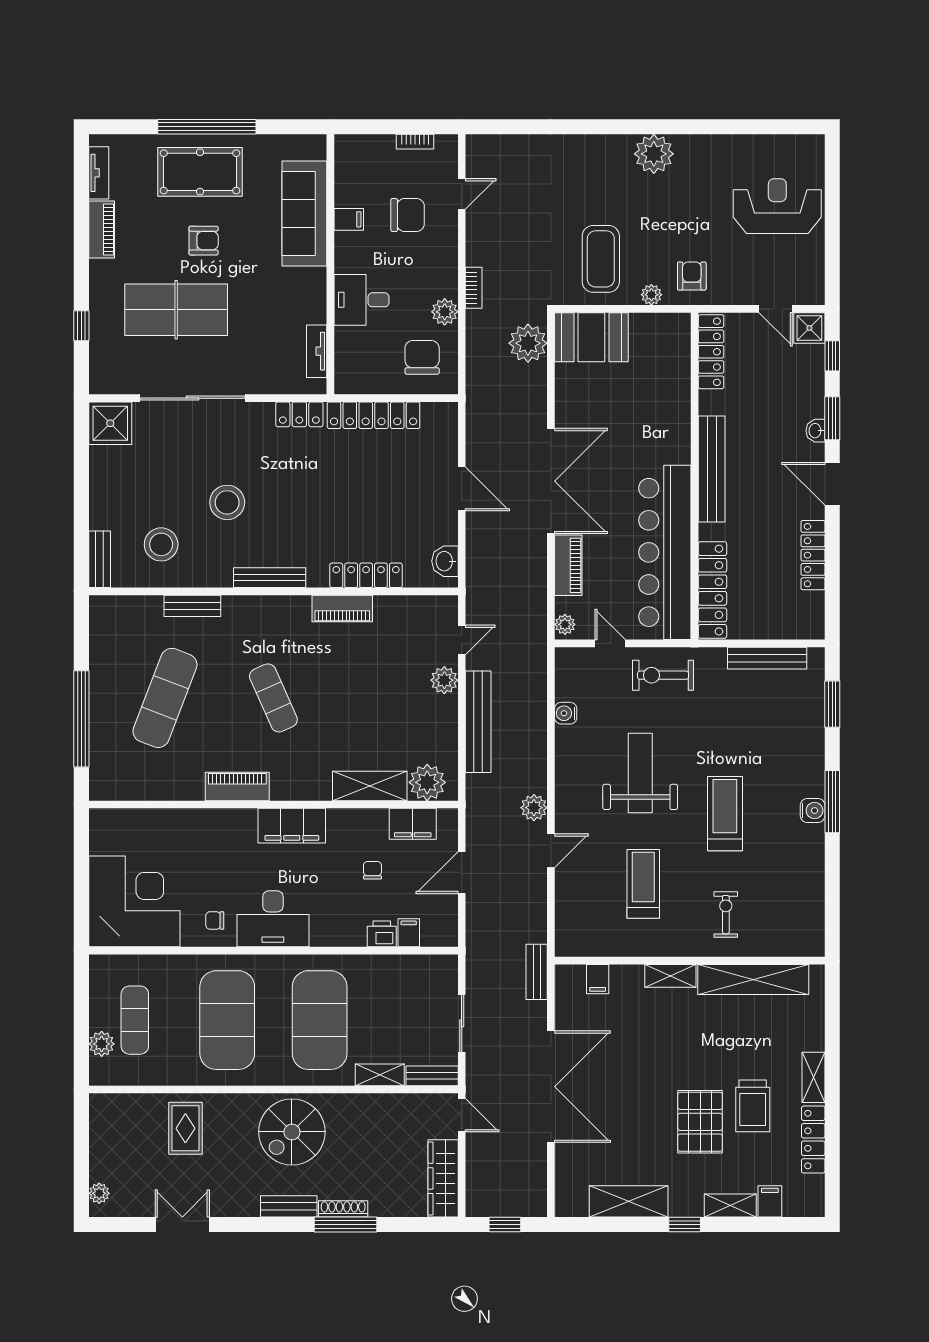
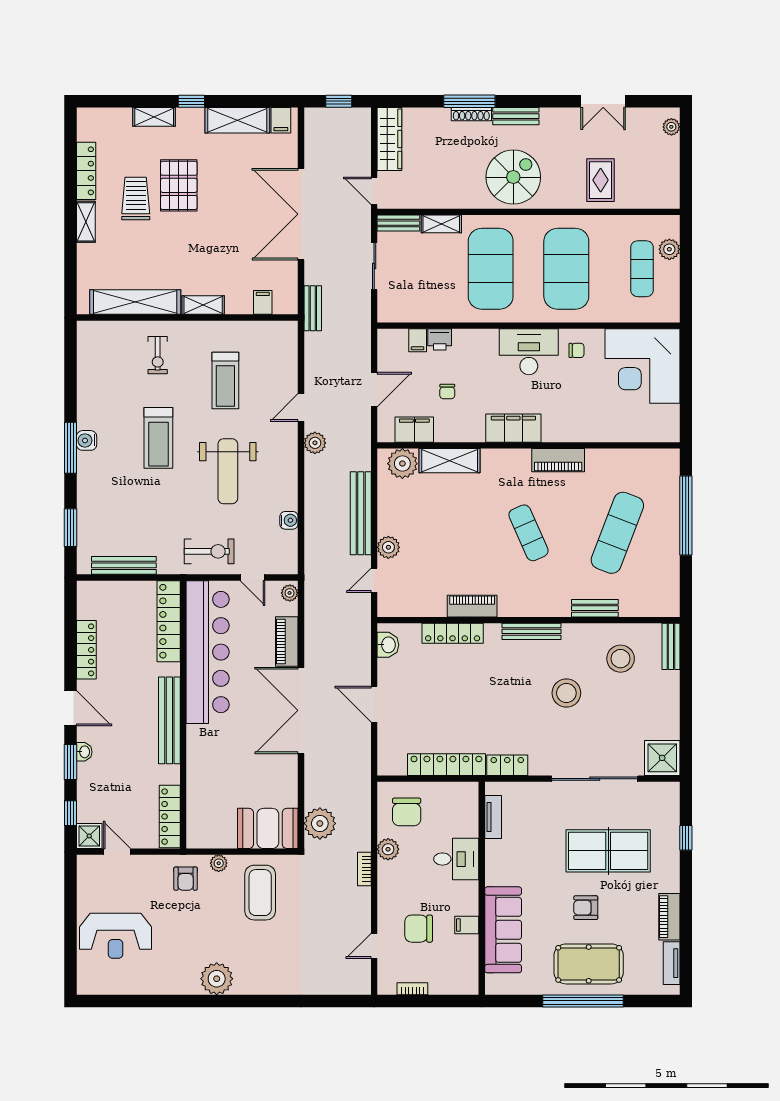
filing cabinet: (770, 1201) -> (281, 120), moved

